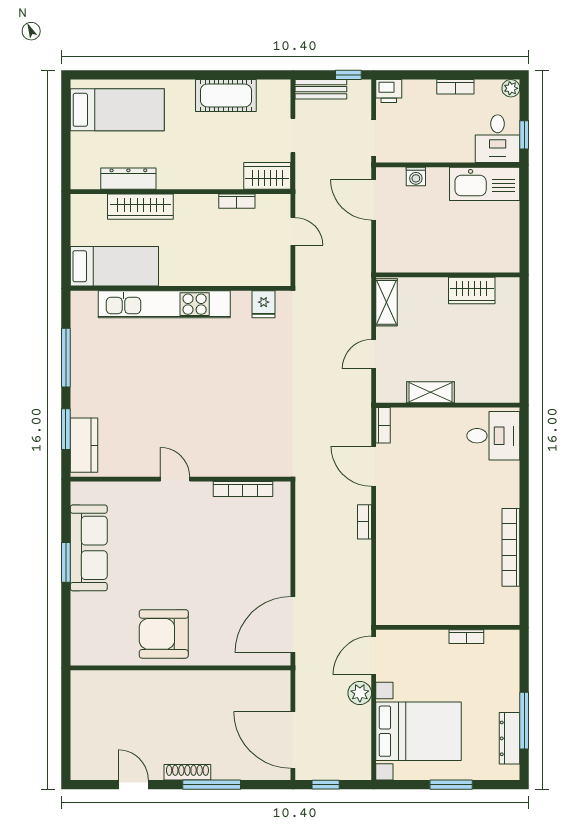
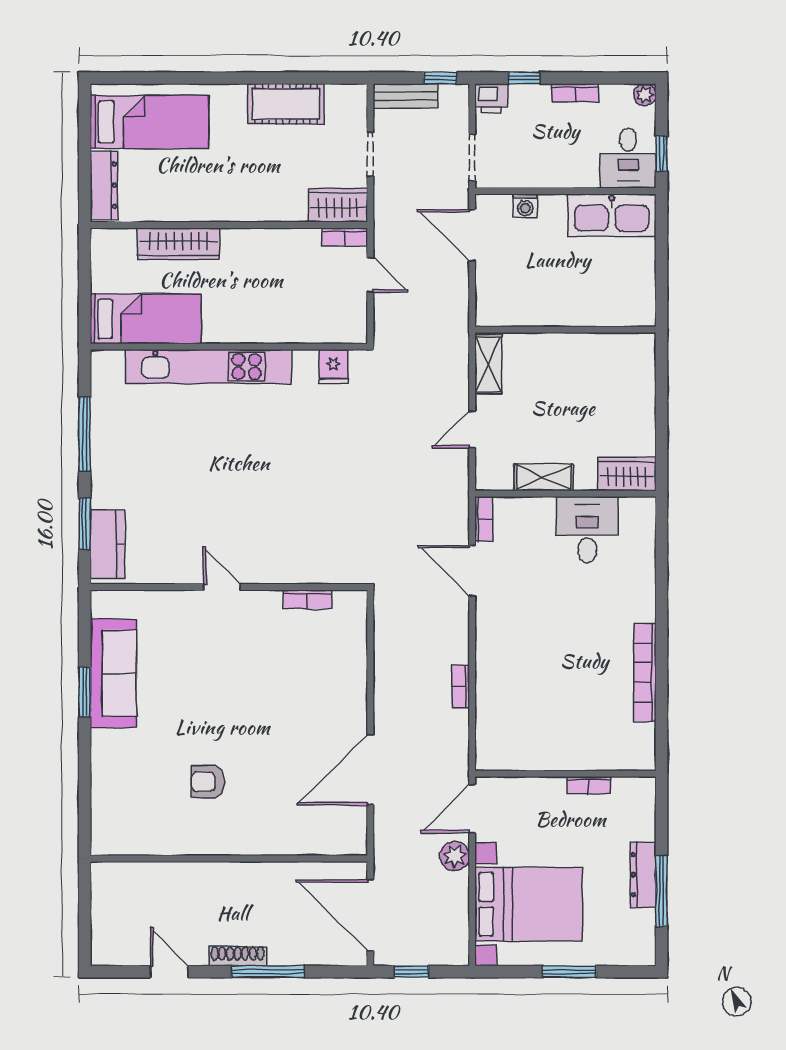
window: (415, 75) -> (524, 78), added
dresser: (128, 179) -> (104, 185), moved, turned 90
bookcase: (237, 201) -> (345, 237), moved
wardrobe: (472, 290) -> (627, 474), moved, turned 180
desk: (493, 436) -> (587, 530), moved, turned -90
bookcase: (243, 489) -> (307, 599), width x0.64
bookcase: (365, 522) -> (461, 687), moved
armchair: (164, 634) -> (208, 782), width x0.53, depth x0.53
wall: (181, 668) -> (229, 858), moved
dresser: (510, 738) -> (643, 875), moved

